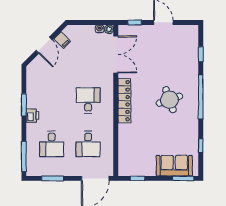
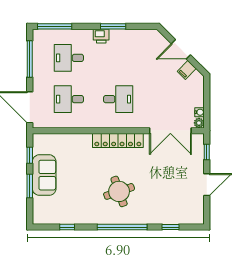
sofa: (174, 166) -> (44, 175), moved
window: (53, 178) -> (30, 59), width x1.44
window: (183, 178) -> (30, 186), moved

